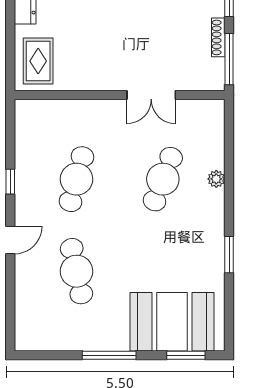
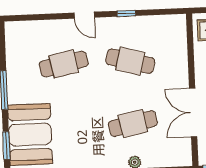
double door: (151, 95) -> (193, 113), width x1.37
cafe table: (163, 179) -> (133, 124), turned -33

